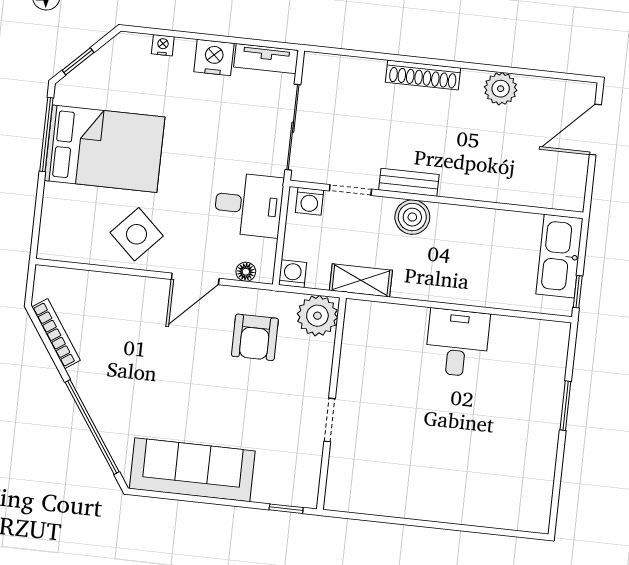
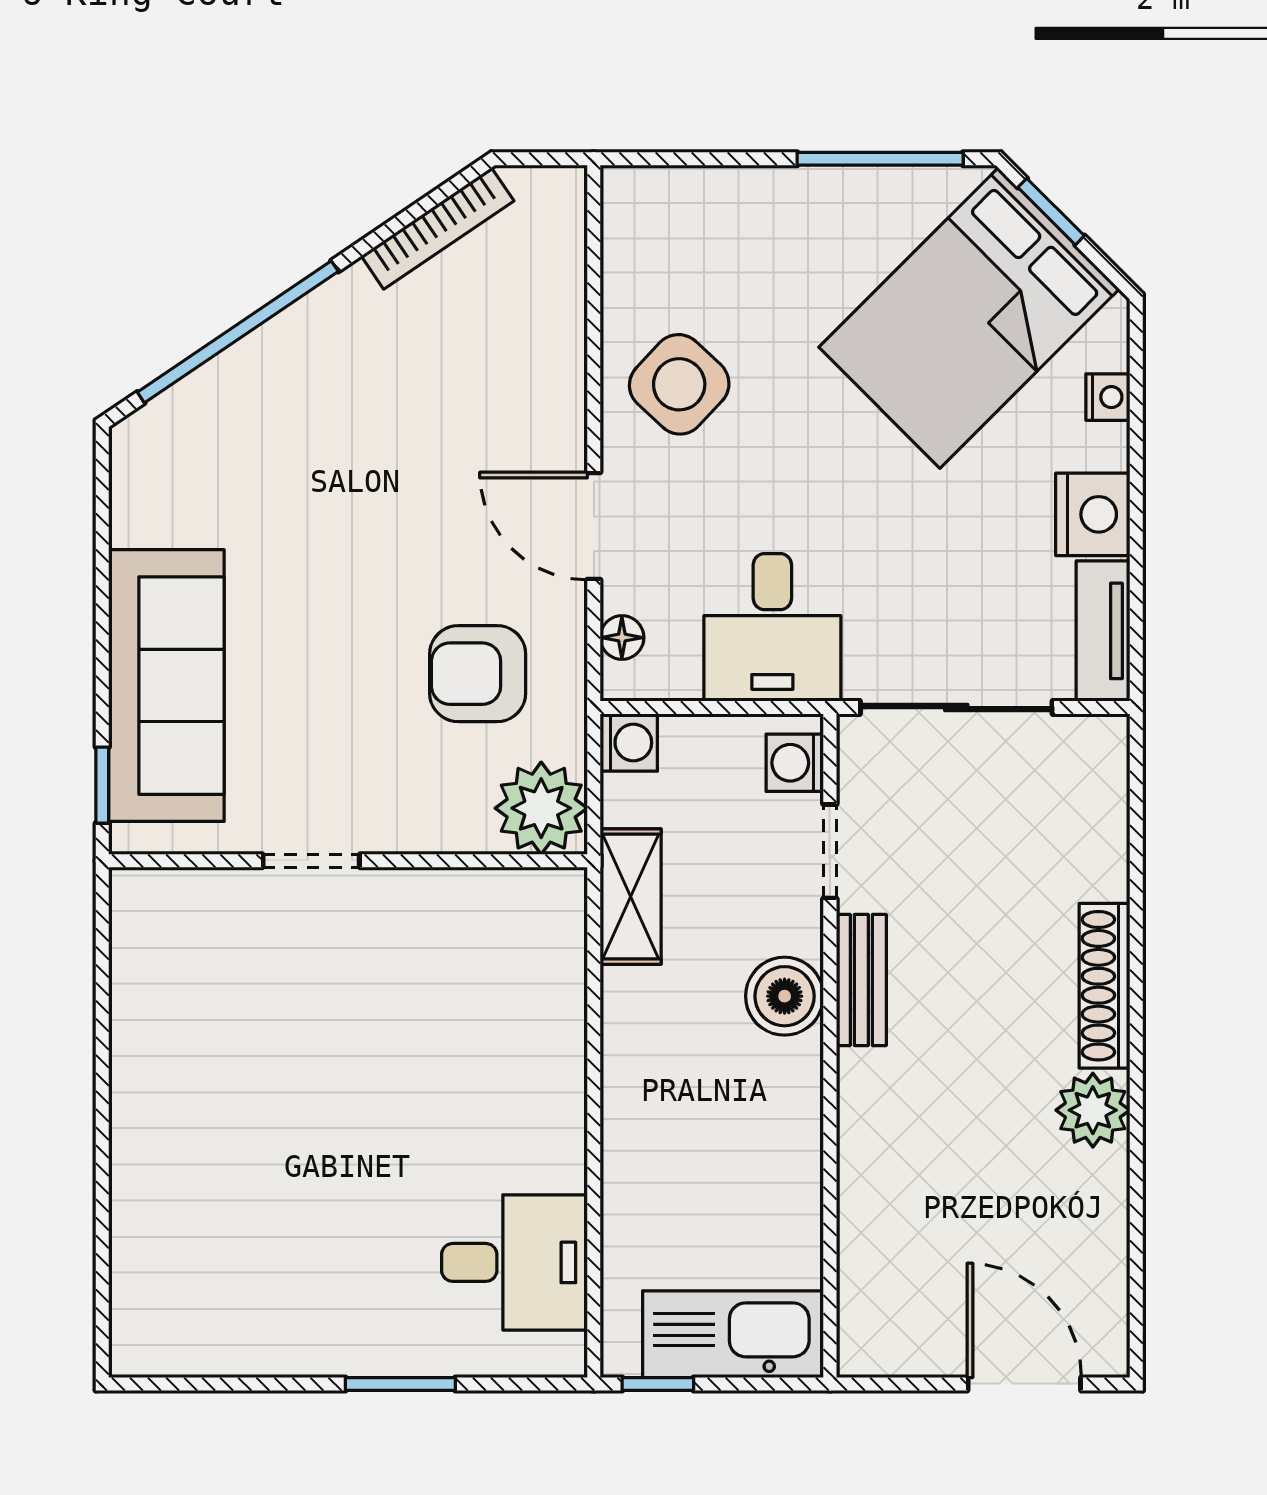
plant: (501, 89) -> (1093, 1110), moved
bed: (105, 149) -> (969, 318), moved, turned 45
desk: (457, 343) -> (514, 1262), moved
sofa: (192, 470) -> (166, 686), moved

